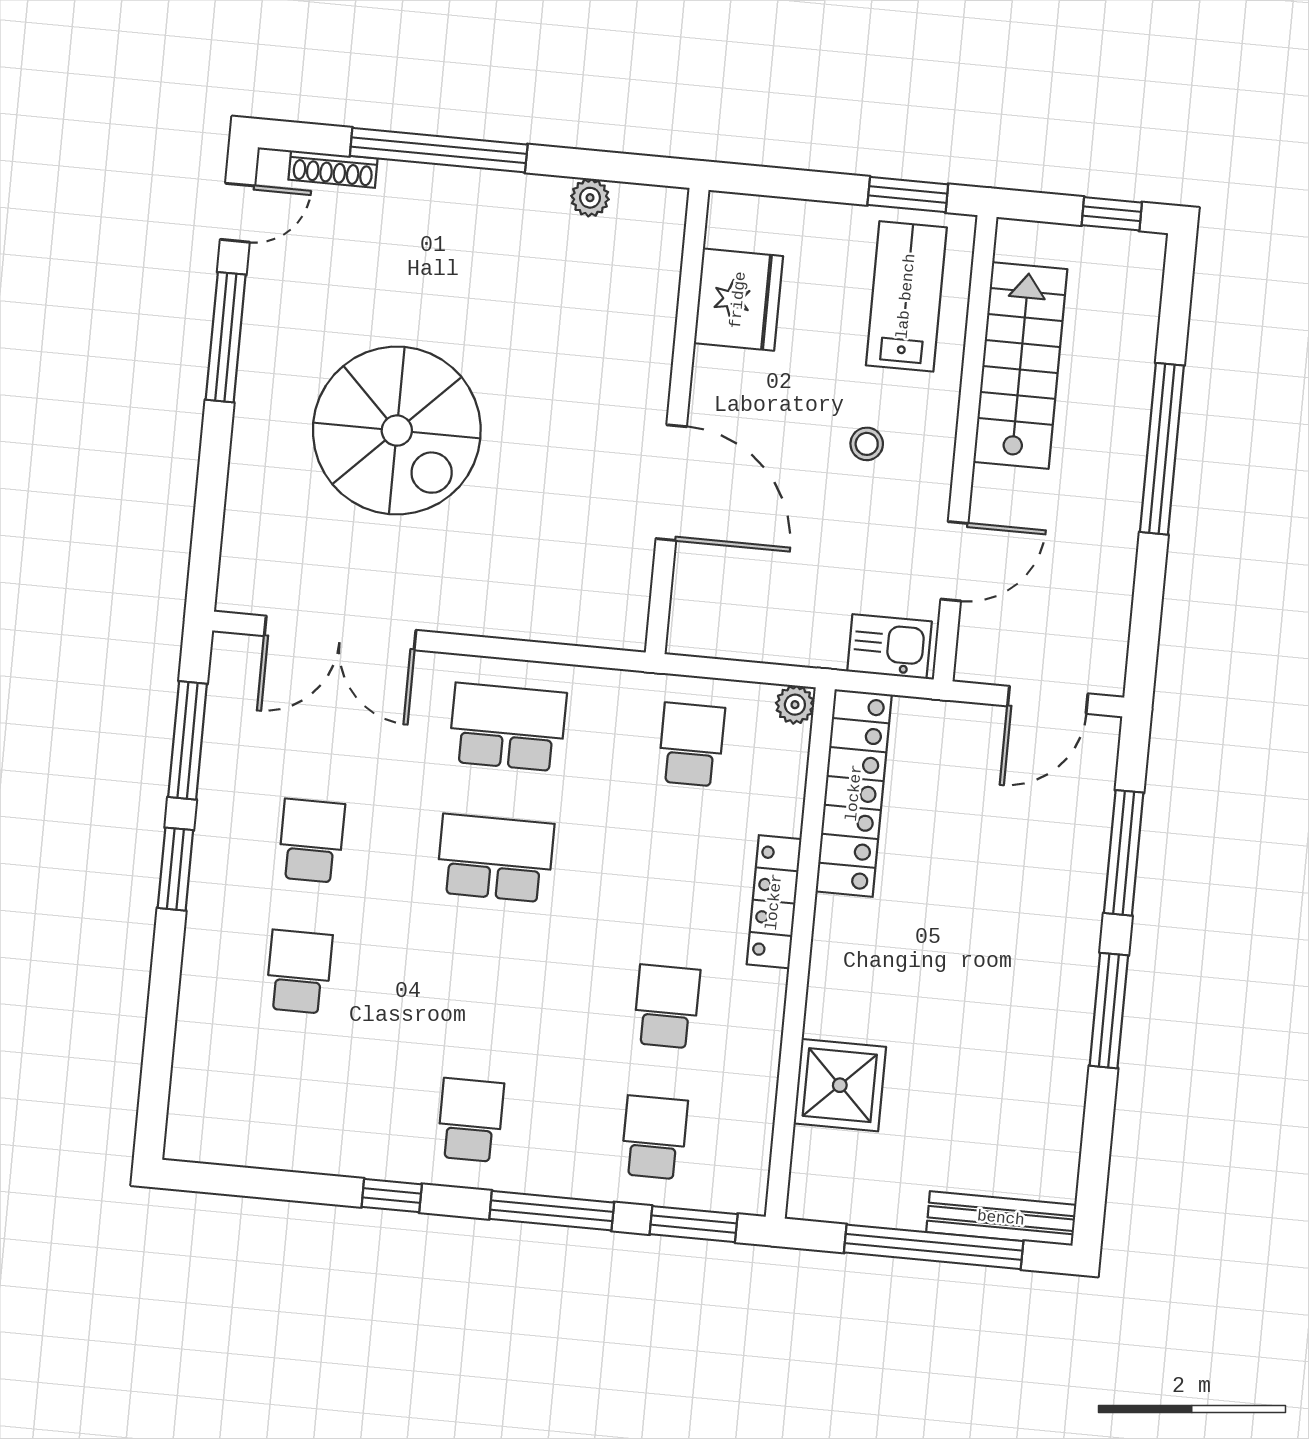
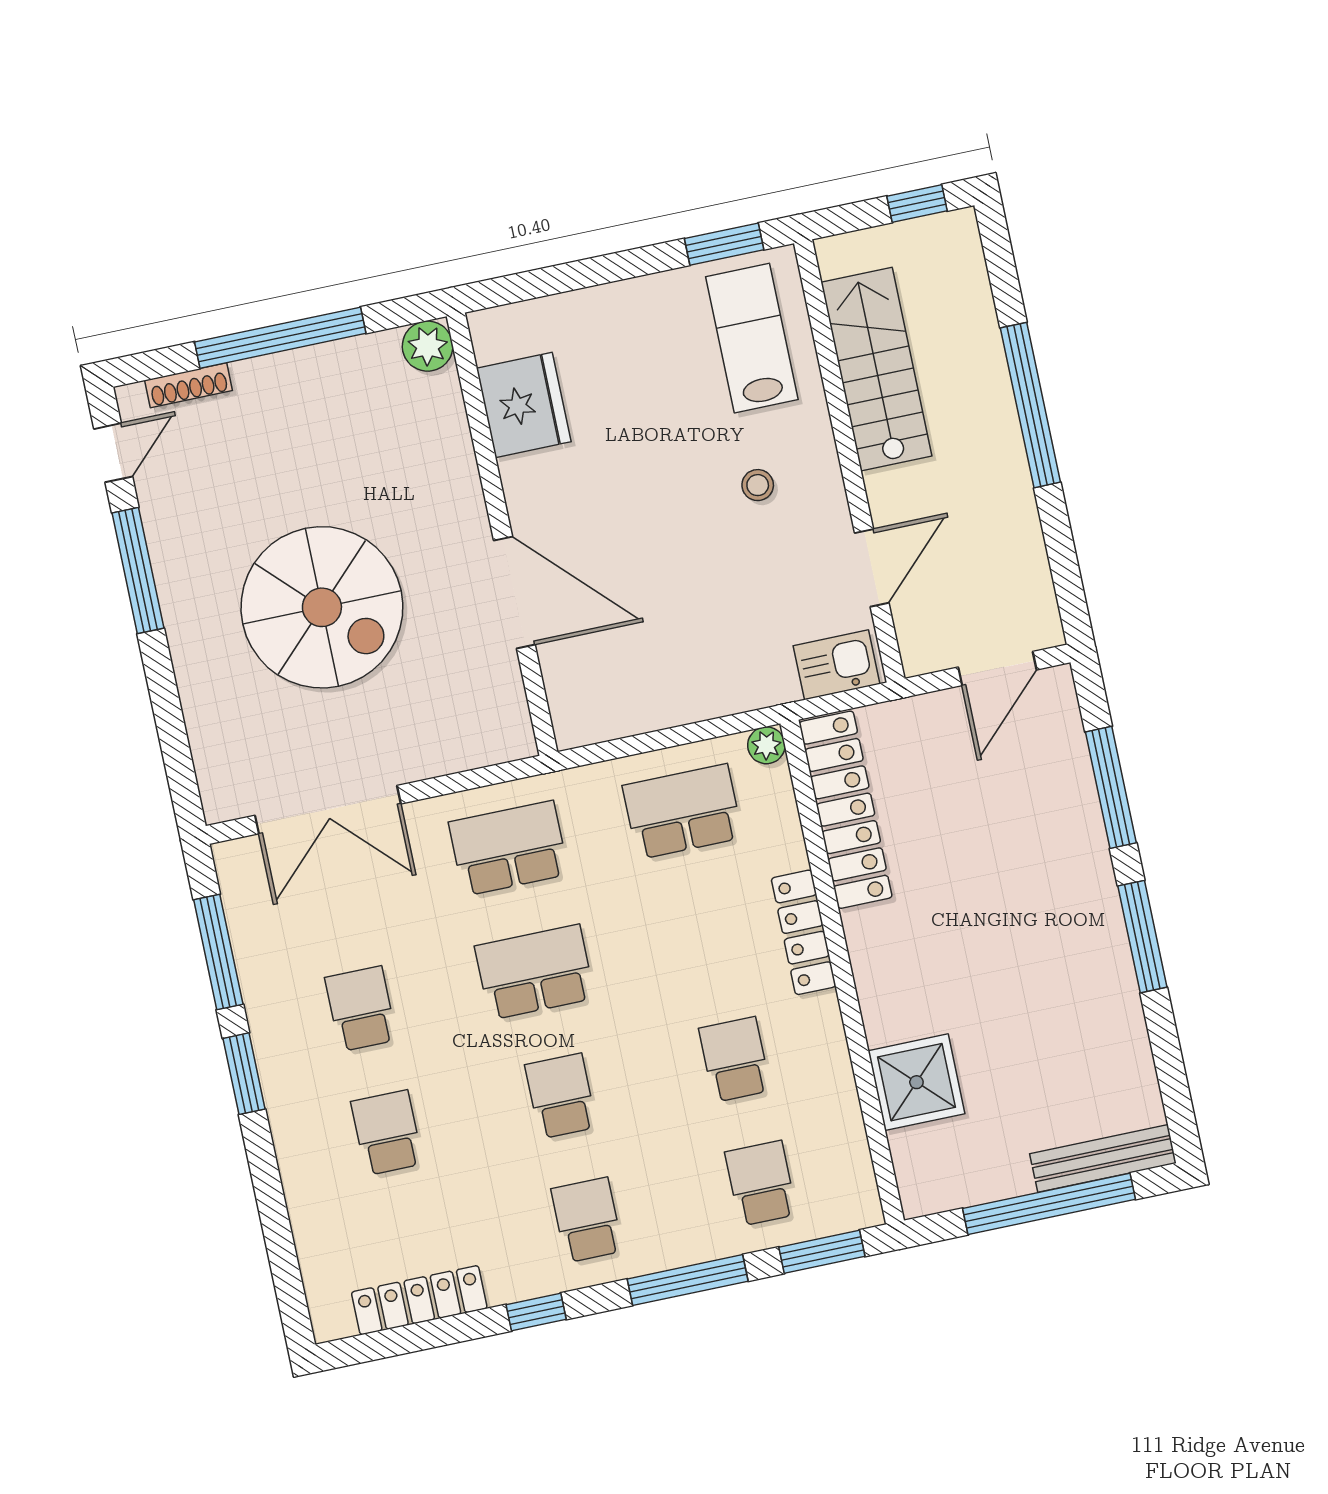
plant: (590, 198) -> (428, 346), width x1.38, depth x1.38
fridge: (738, 300) -> (524, 405), moved
wall: (677, 421) -> (502, 534), moved
door: (671, 483) -> (514, 592), moved
school desk: (691, 745) -> (683, 812), width x1.85
school desk: (483, 989) -> (561, 1096), added
locker: (279, 1148) -> (419, 1300), added

